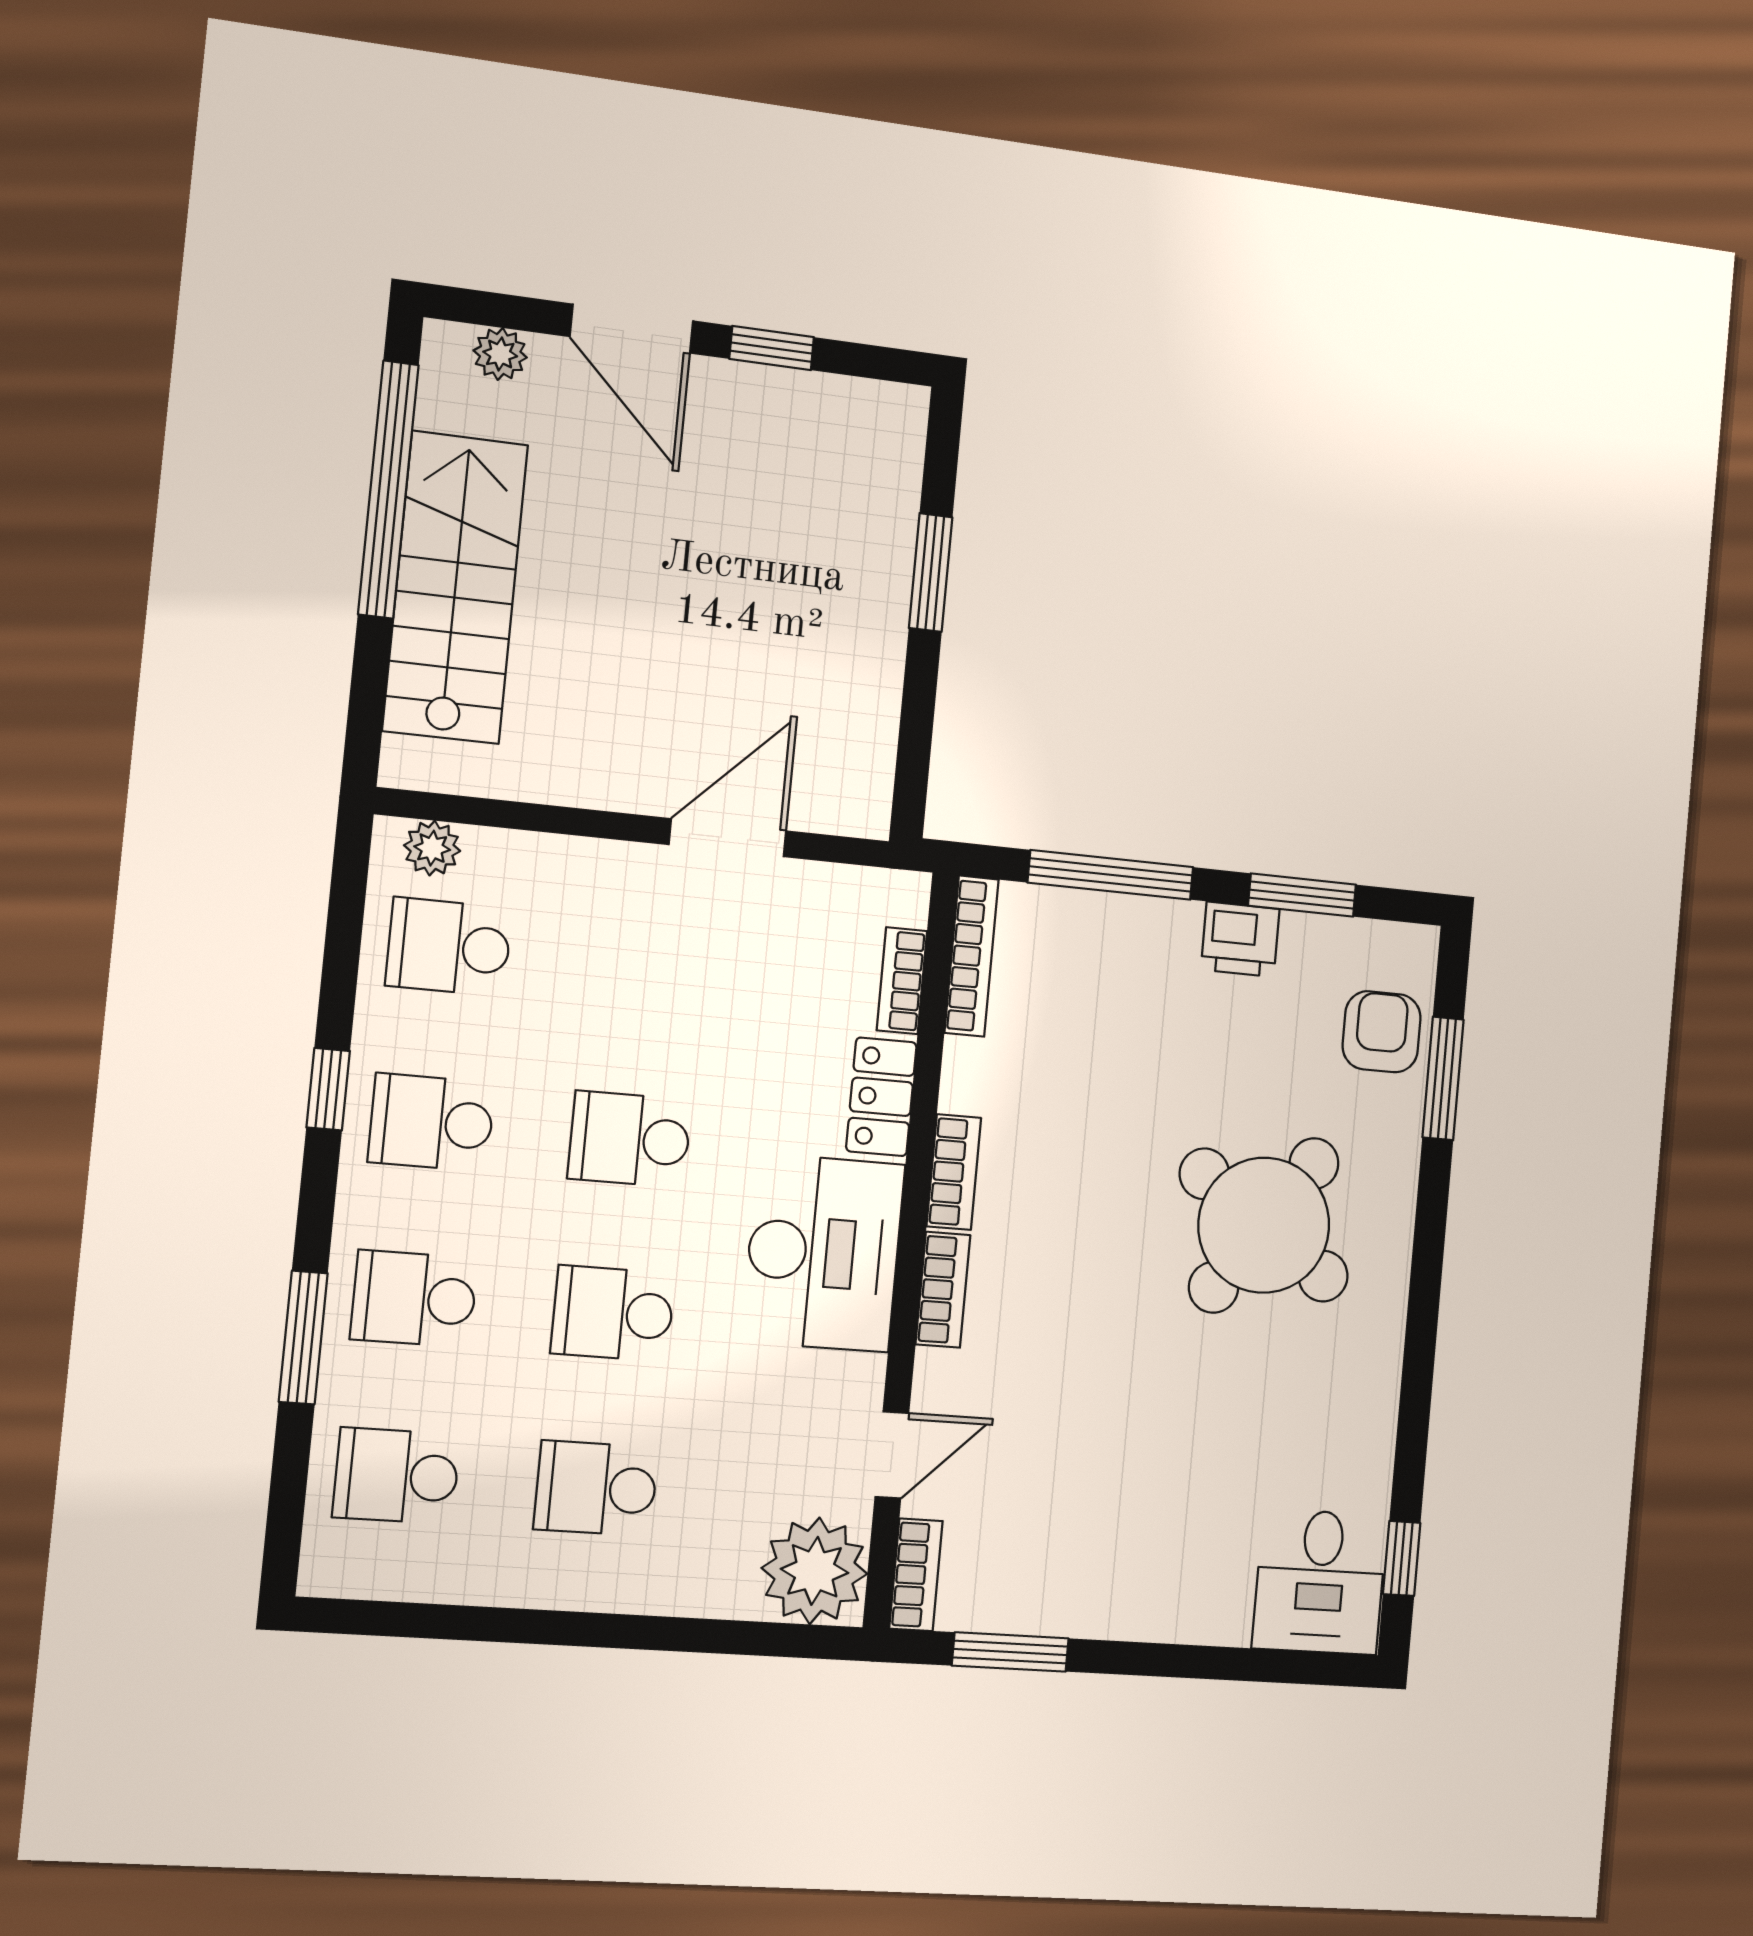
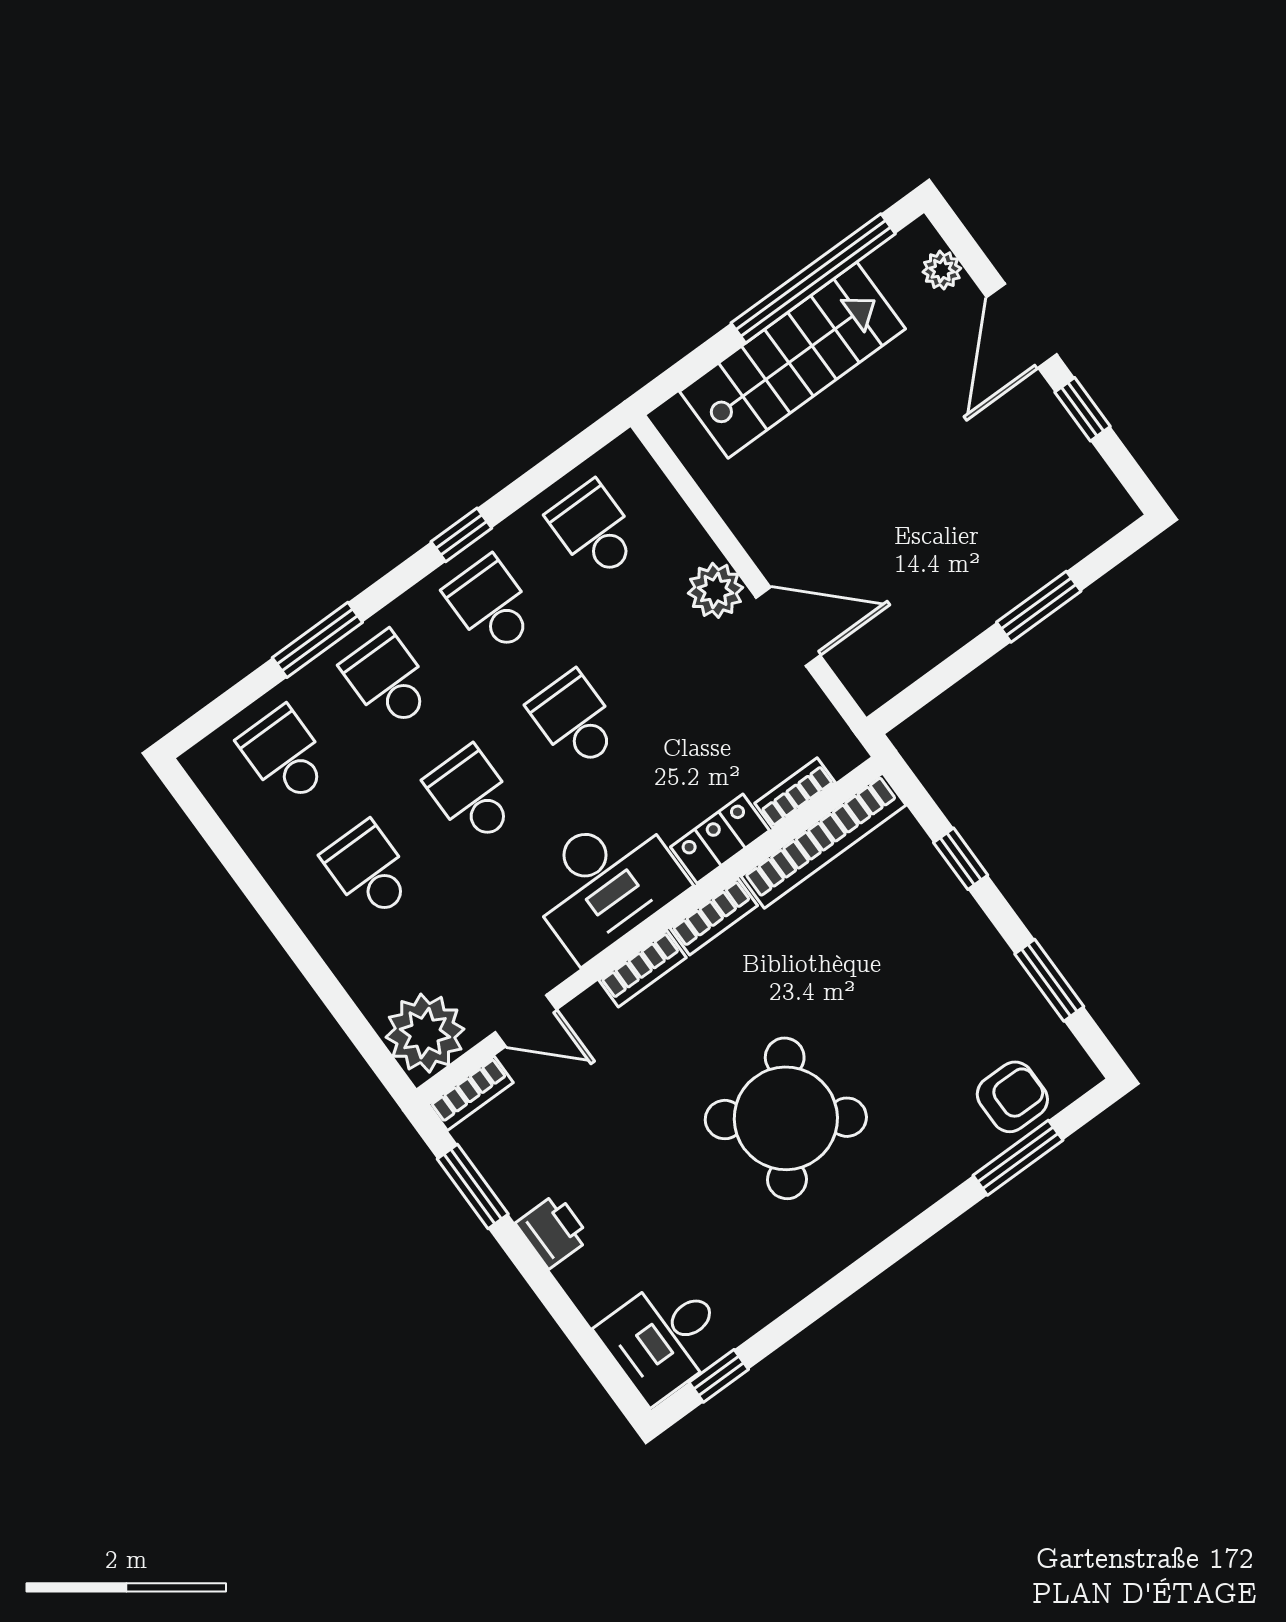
plant: (432, 848) -> (715, 590), moved, width x1.38, depth x1.38
window: (1111, 875) -> (961, 859), width x0.46
printer: (1240, 939) -> (553, 1231), moved, turned 180
bookcase: (972, 956) -> (824, 841), width x1.48, depth x1.31
round table: (1264, 1225) -> (786, 1118), moved

